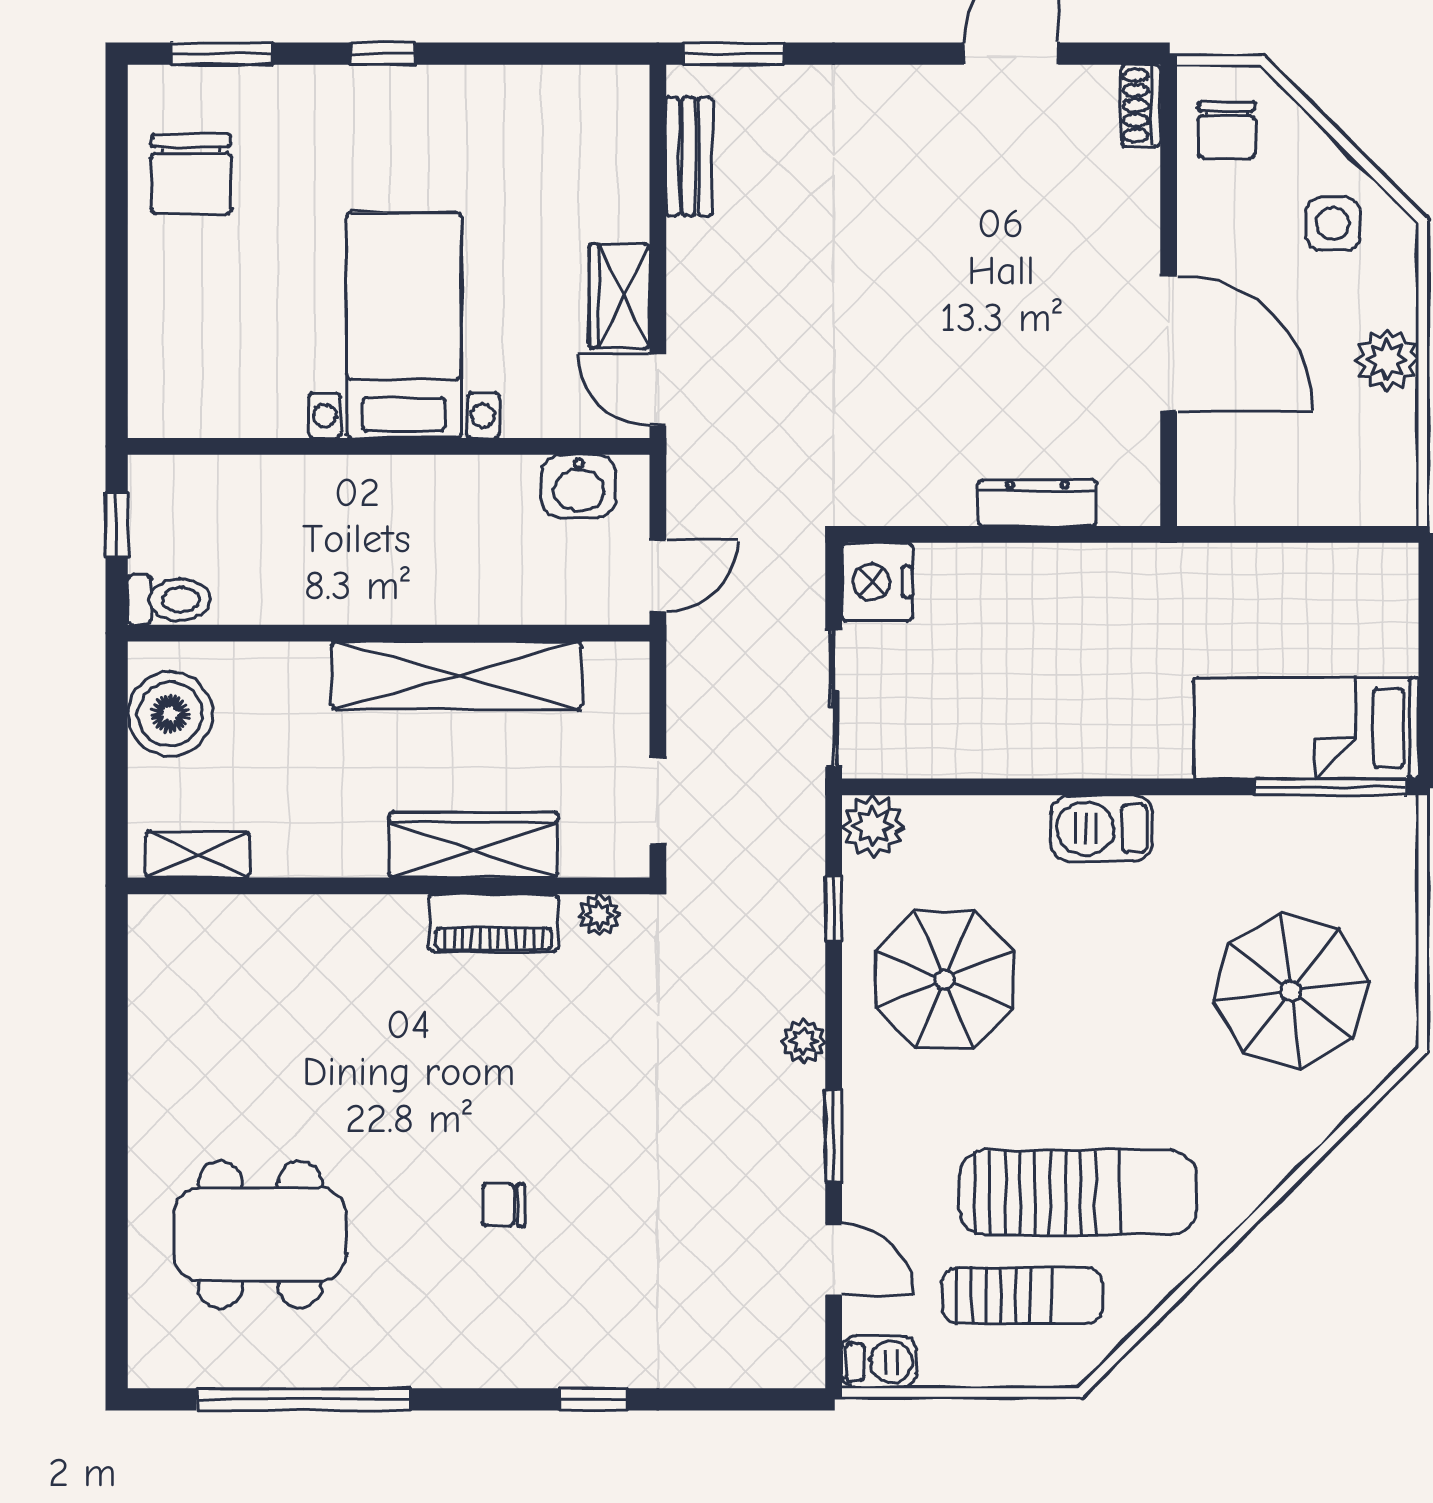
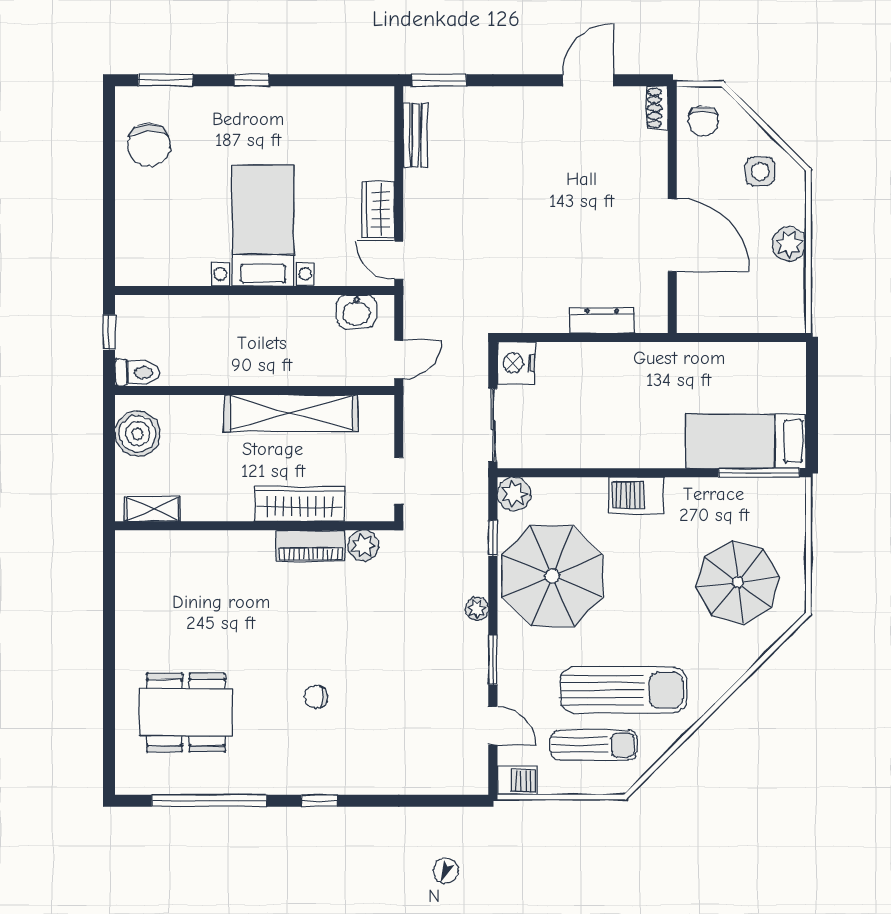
plant: (599, 915) -> (363, 546), width x1.38, depth x1.38
parasol: (944, 980) -> (552, 576), width x1.36, depth x1.36
window: (593, 1399) -> (319, 801), moved

